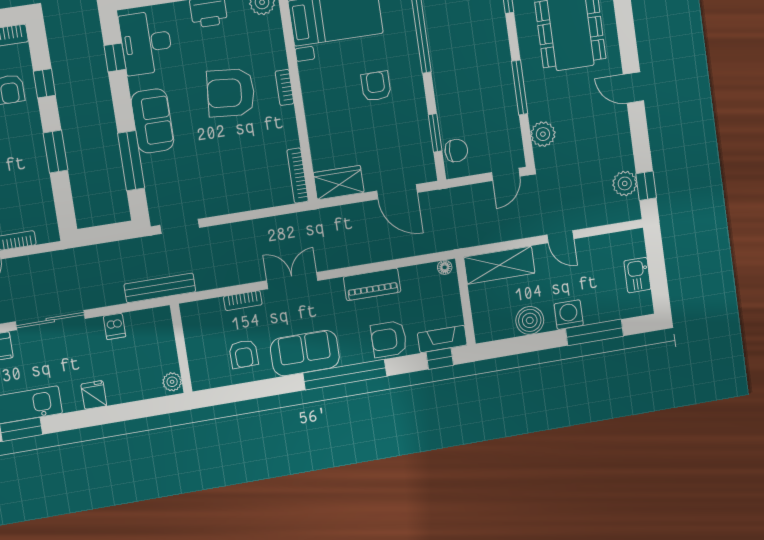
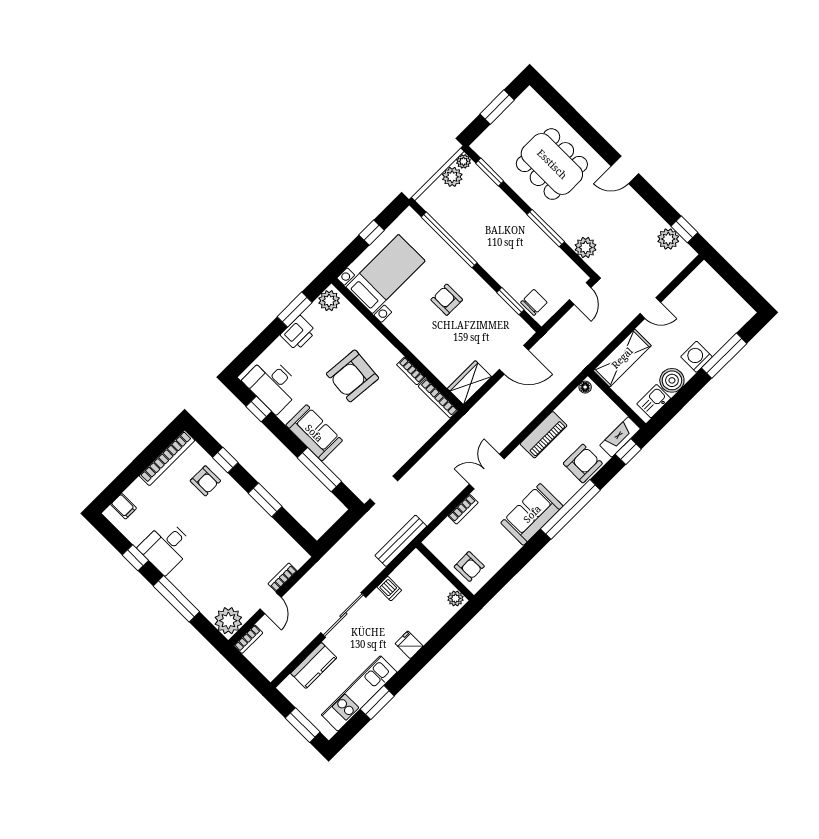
bookcase: (285, 87) -> (411, 371), moved
kitchen sink: (637, 275) -> (654, 401), moved, turned 90
armchair: (389, 339) -> (583, 464), turned 180
armchair: (244, 354) -> (469, 566), moved

